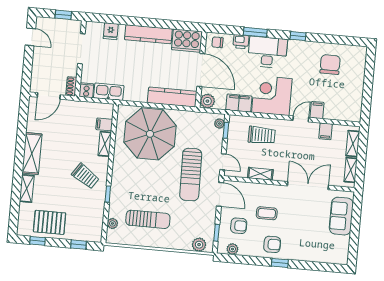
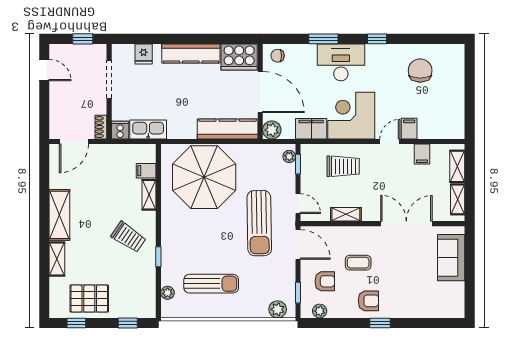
printer: (241, 42) -> (307, 52), removed

